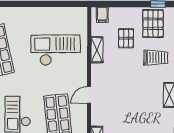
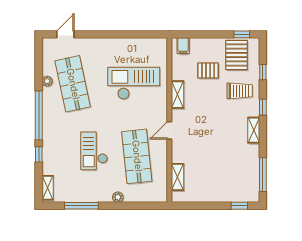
pallet: (126, 38) -> (208, 70), turned 90
shelving: (97, 50) -> (177, 95), moved

